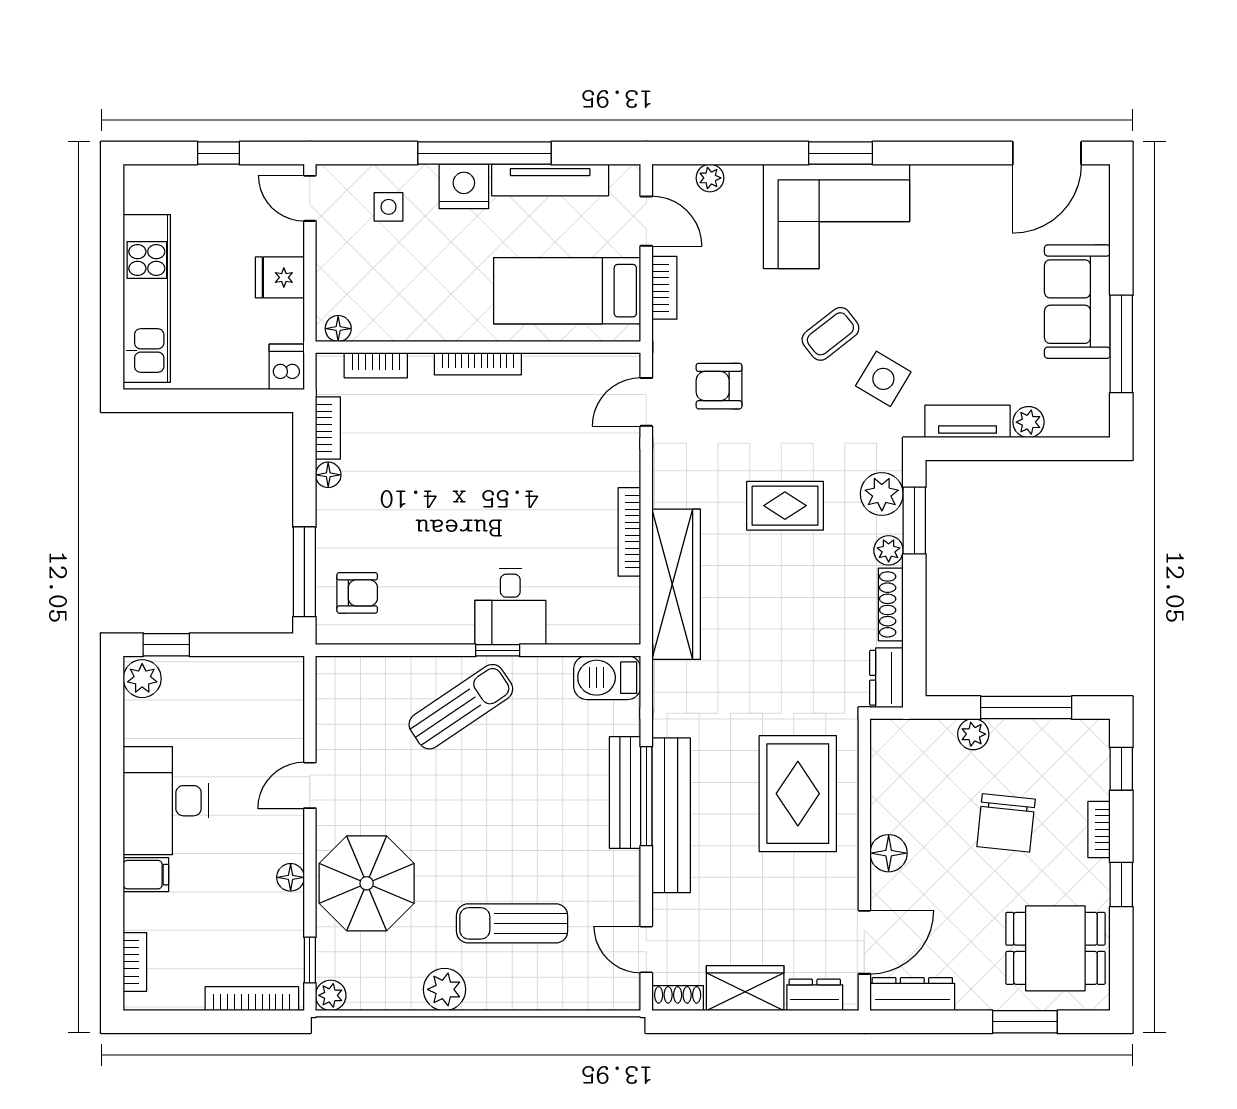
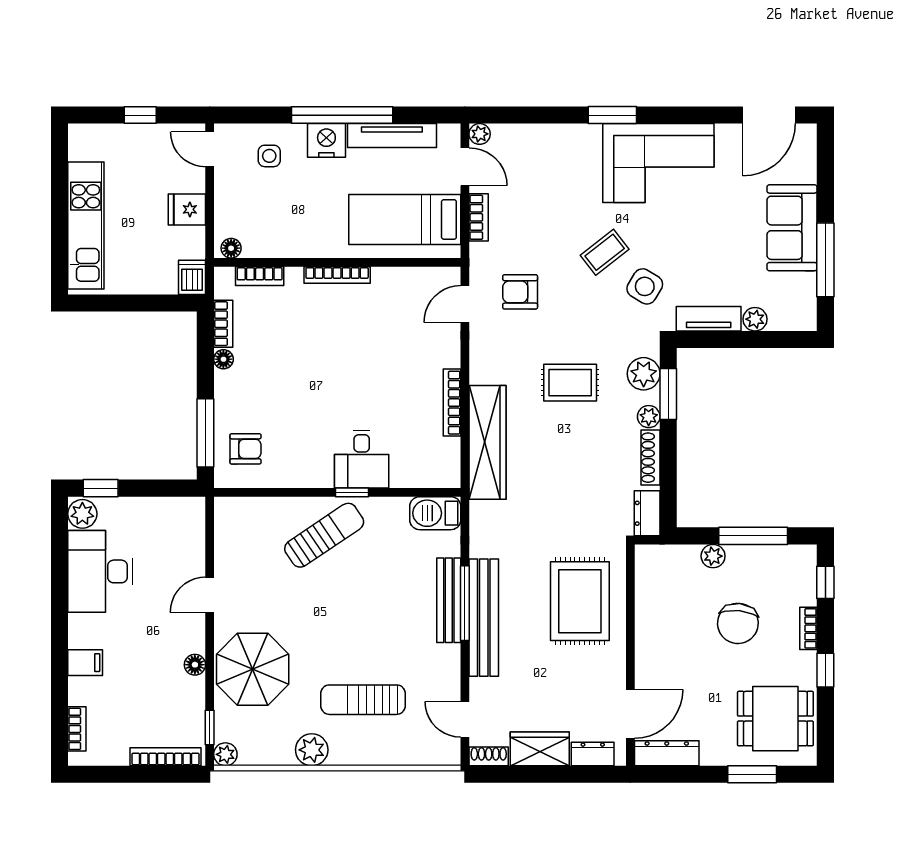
plant: (710, 178) -> (480, 134), moved
corner sofa: (837, 216) -> (658, 163), moved
desk: (166, 801) -> (100, 571), moved
floor lamp: (889, 853) -> (649, 646), removed

